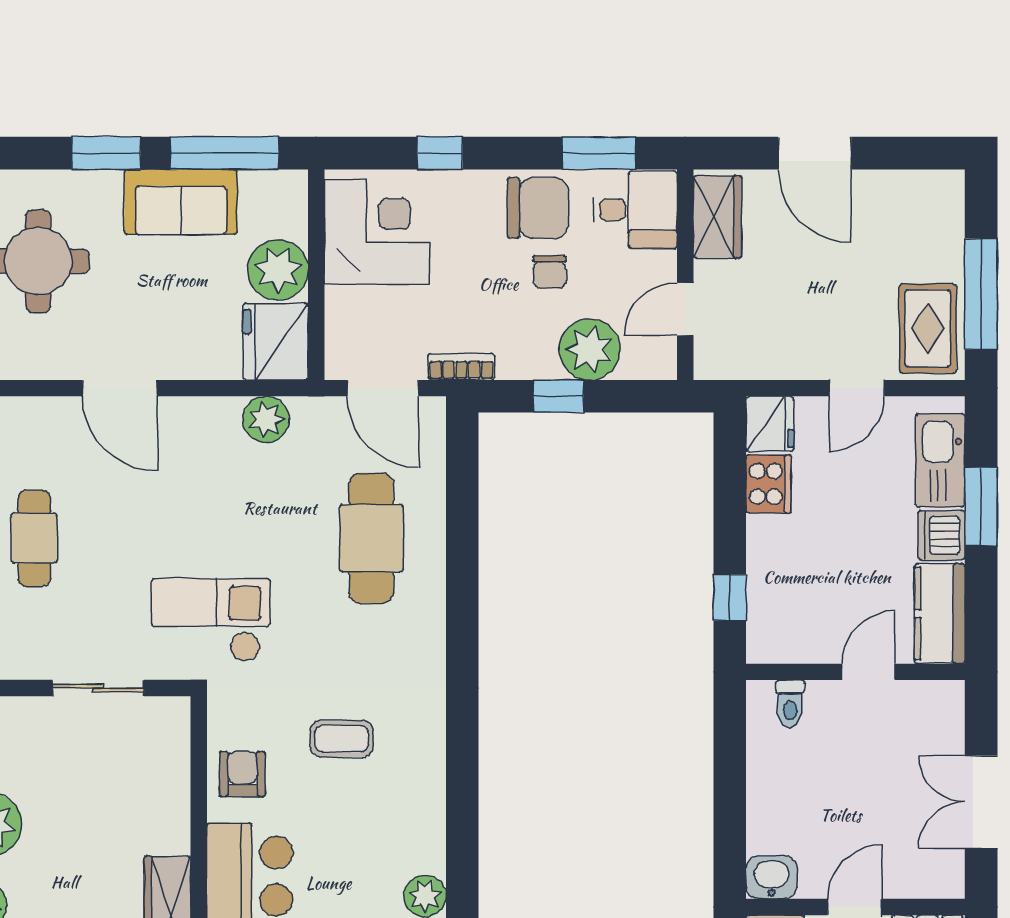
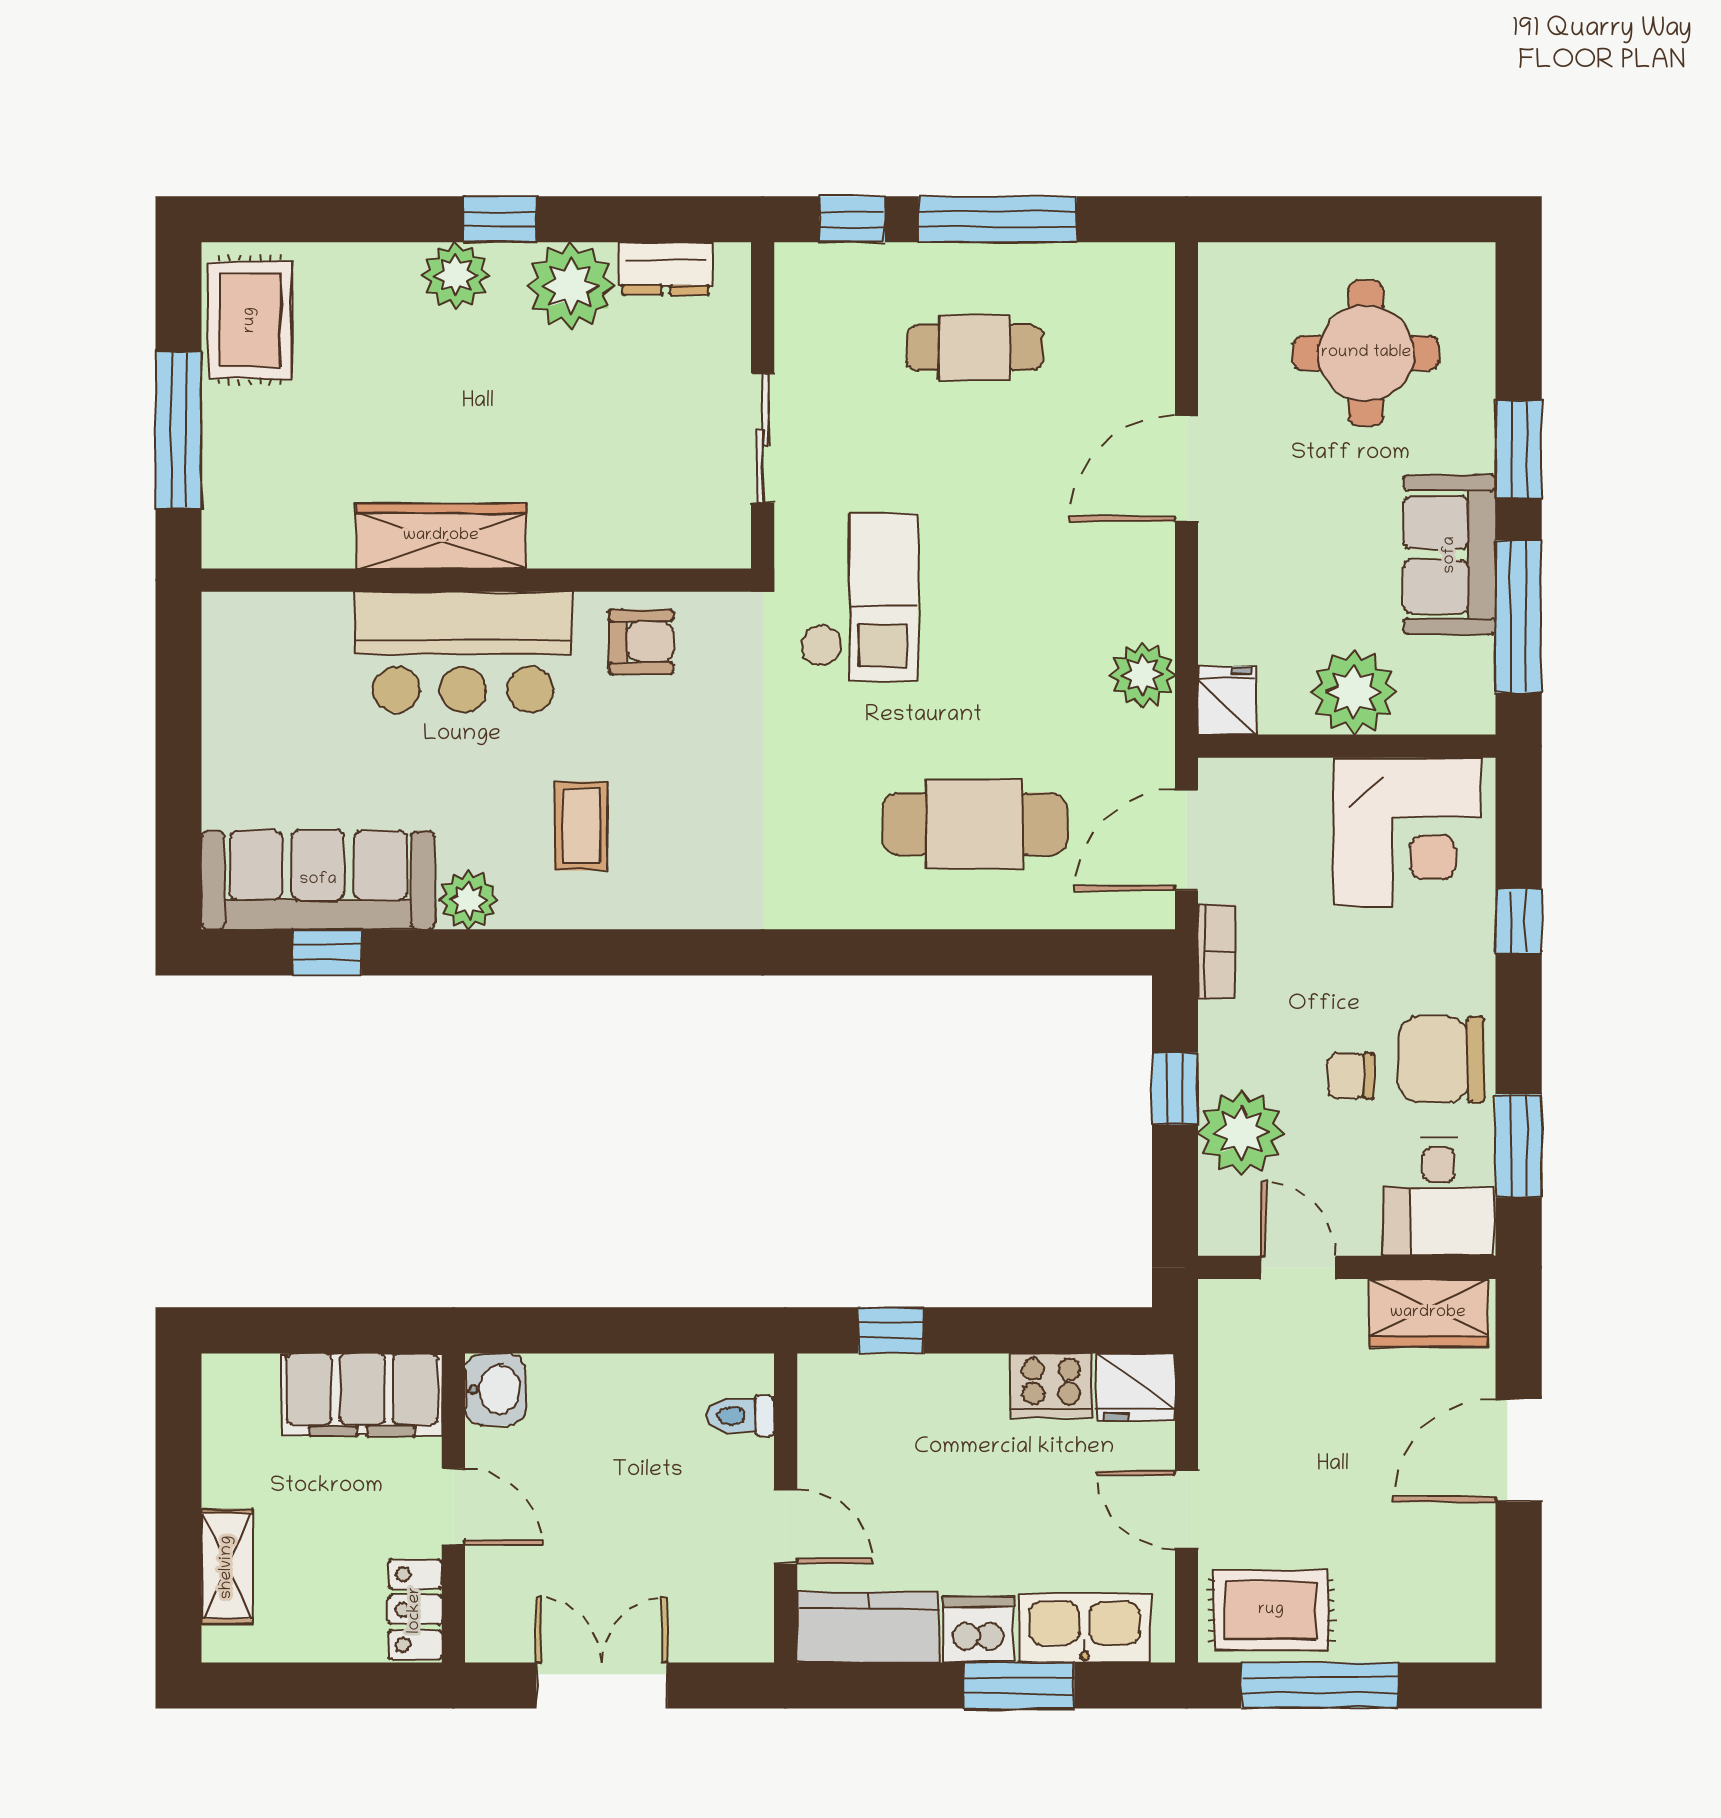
chair: (538, 208) -> (1441, 1060), turned 90
fridge: (276, 342) -> (1227, 700), width x0.53, depth x0.75
coffee table: (342, 739) -> (581, 826), moved

